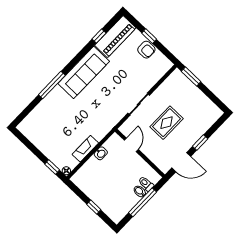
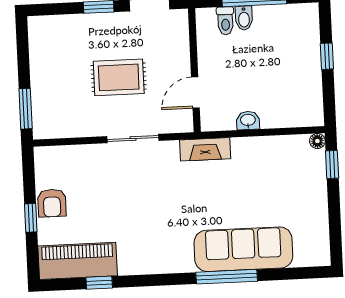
armchair: (146, 50) -> (52, 203), turned 180
sofa: (84, 72) -> (243, 249), moved
fireplace: (85, 149) -> (205, 149), moved

